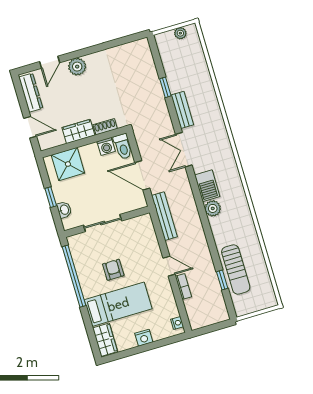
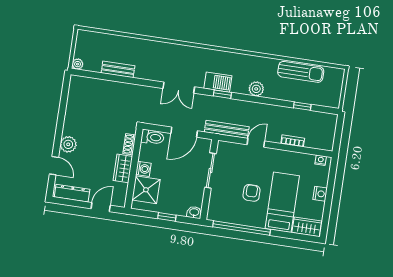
plant: (180, 33) -> (78, 64), moved
window: (165, 87) -> (222, 94), moved
bench: (182, 110) -> (118, 69), moved
washing machine: (106, 146) -> (143, 169), moved
plant: (213, 208) -> (256, 89), moved
washbasin: (64, 210) -> (194, 212), moved
sliding door: (103, 223) -> (210, 171), moved
door: (169, 266) -> (256, 143), moved
armchair: (113, 270) -> (252, 193), turned 90
sun lounger: (236, 270) -> (301, 72), moved

